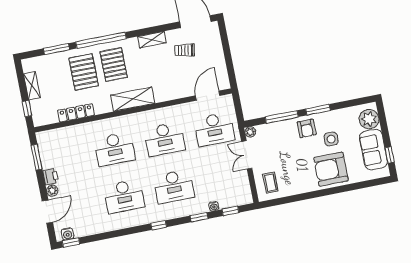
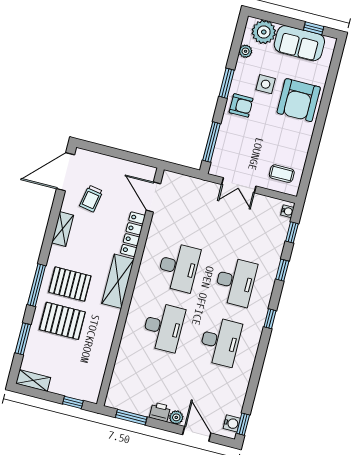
window: (101, 40) -> (37, 285), width x0.68
shelving: (32, 86) -> (33, 381), moved
locker: (76, 113) -> (133, 234), moved
window: (282, 117) -> (212, 142), moved
desk: (214, 129) -> (194, 207), removed
plant: (250, 132) -> (246, 51), moved
water cooler: (214, 206) -> (287, 211), moved

